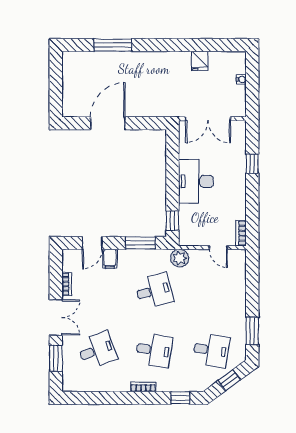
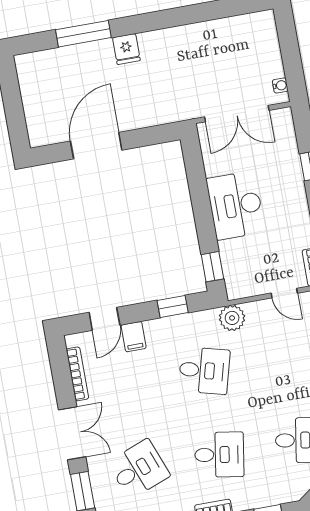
fridge: (200, 61) -> (126, 49), moved
water cooler: (241, 79) -> (280, 85), moved
window: (140, 243) -> (173, 307), width x0.67
bookcase: (67, 284) -> (77, 374), width x1.56
desk: (154, 291) -> (204, 371), turned 30

